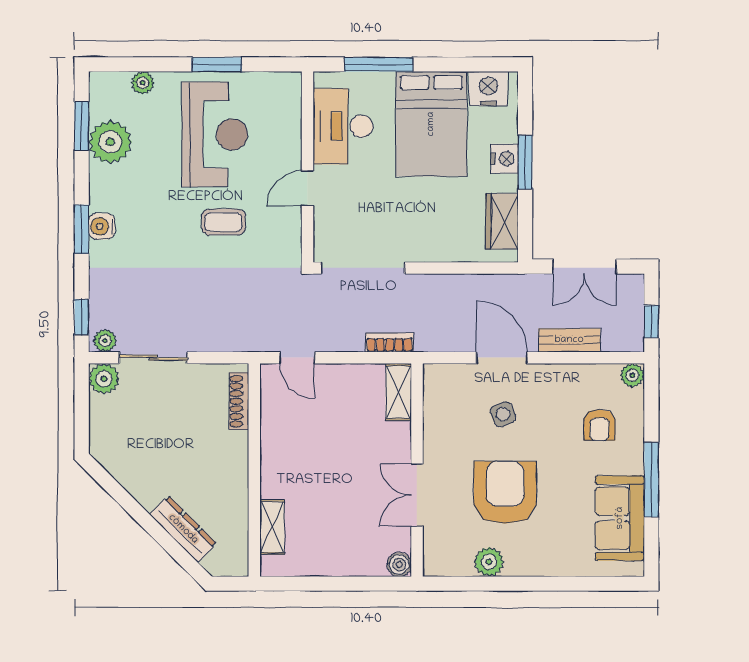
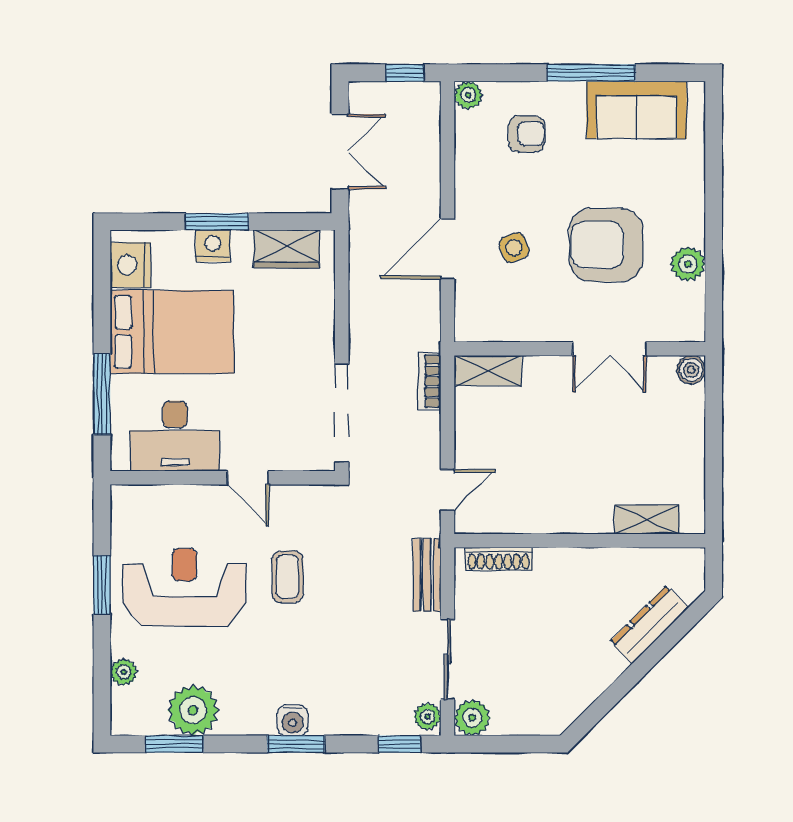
bench: (569, 340) -> (427, 575), moved

